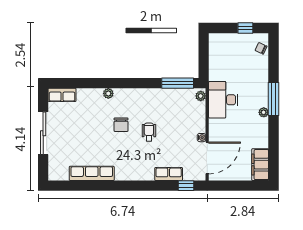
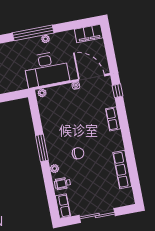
window: (178, 83) -> (42, 148), moved
window: (273, 99) -> (33, 33), width x1.46
desk: (223, 100) -> (46, 69), width x1.36, depth x1.30
wheelchair: (149, 132) -> (62, 184), moved
row of seats: (169, 174) -> (113, 119), moved

